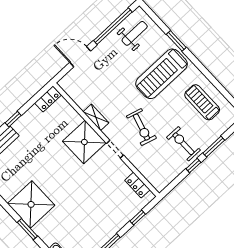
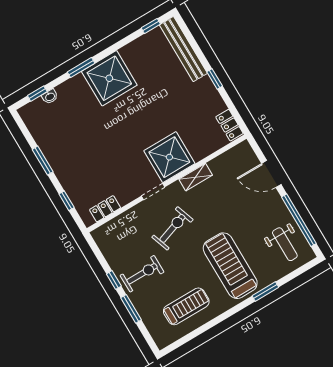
door: (80, 57) -> (271, 174), swing flipped
exercise bike: (141, 127) -> (172, 228), turned 145

